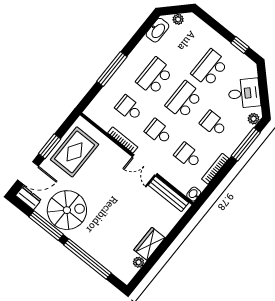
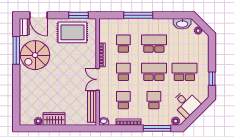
window: (50, 146) -> (79, 15), moved
spiral stairs: (67, 210) -> (35, 55), turned 90
window: (88, 259) -> (16, 90), removed

